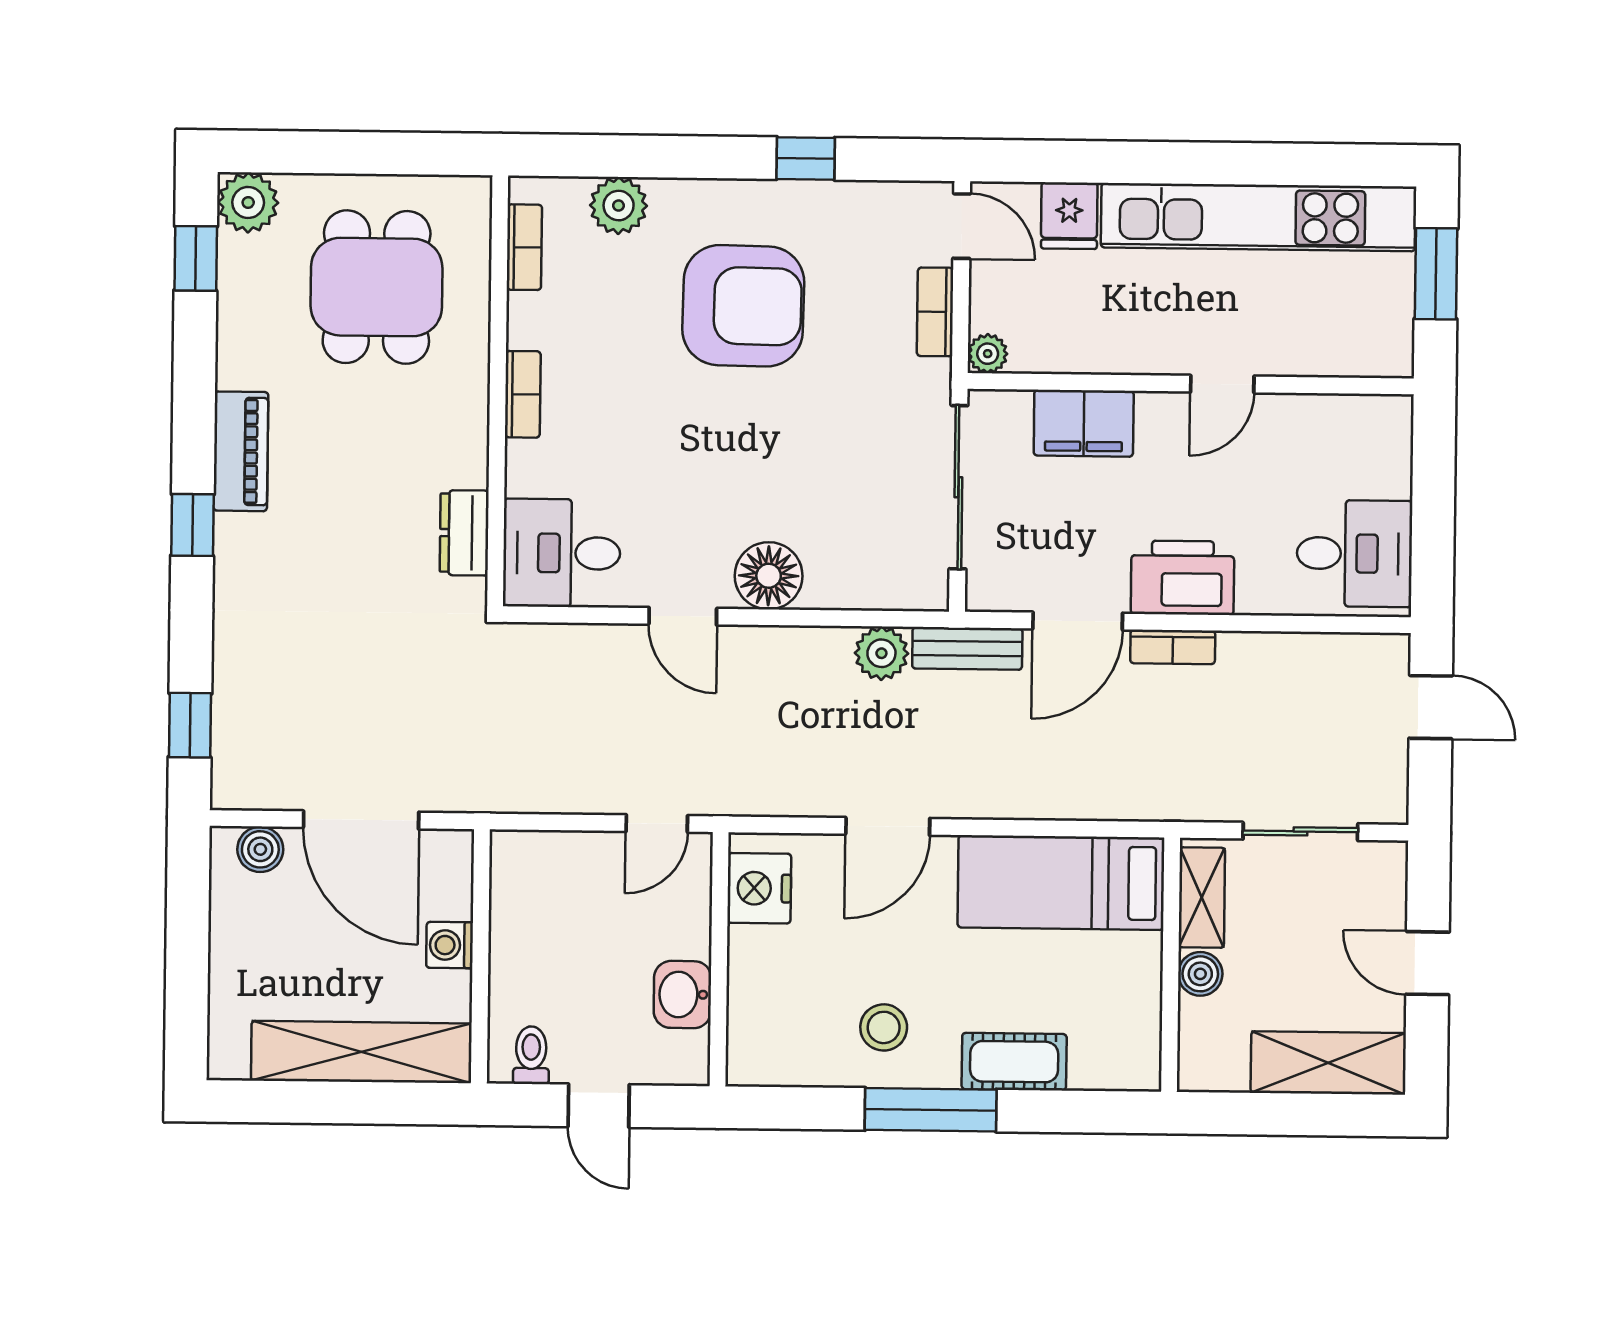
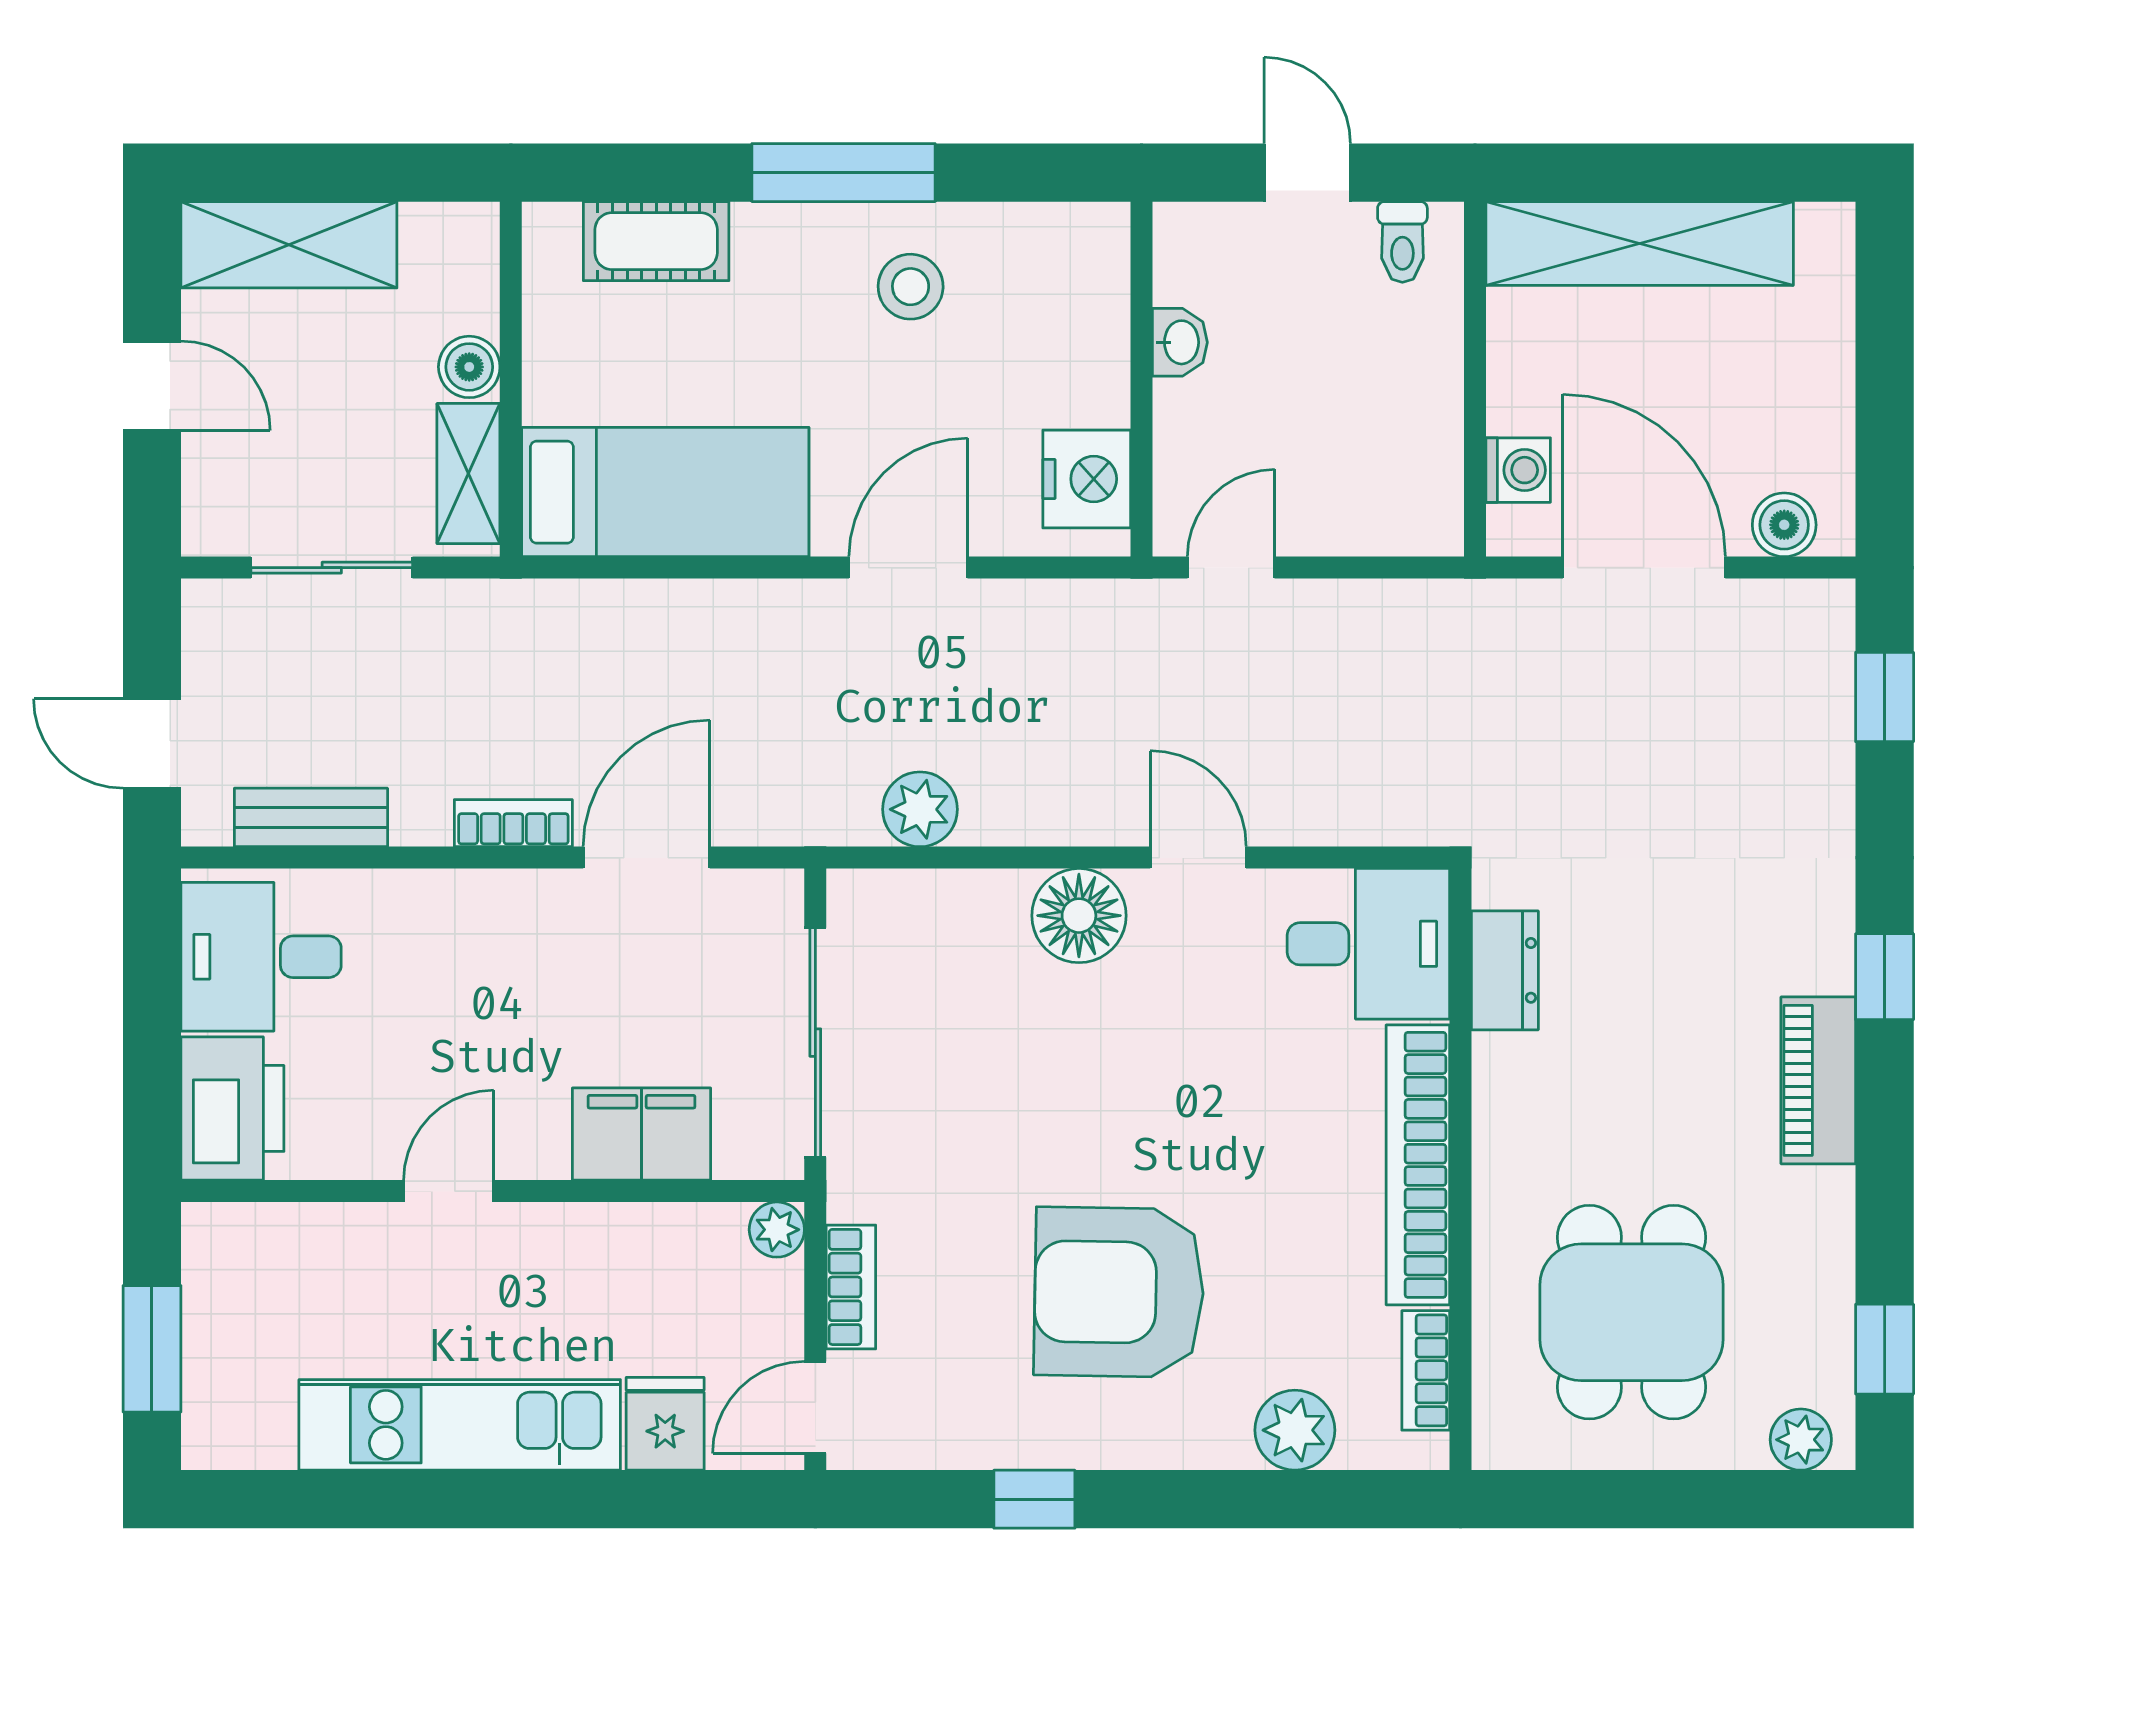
plant: (248, 202) -> (1801, 1440), width x0.73, depth x0.73
kitchen unit: (1258, 217) -> (460, 1425), width x0.73
door: (962, 226) -> (815, 1407), hinge flipped
bookcase: (523, 394) -> (1418, 1165), width x2.31, depth x1.31
printer: (1183, 578) -> (232, 1108), moved, turned -90
bench: (967, 648) -> (311, 817), moved
washing machine: (450, 945) -> (1518, 470), moved
washbasin: (682, 995) -> (1180, 342), width x0.72, depth x0.69
cot: (1014, 1062) -> (656, 241), moved

